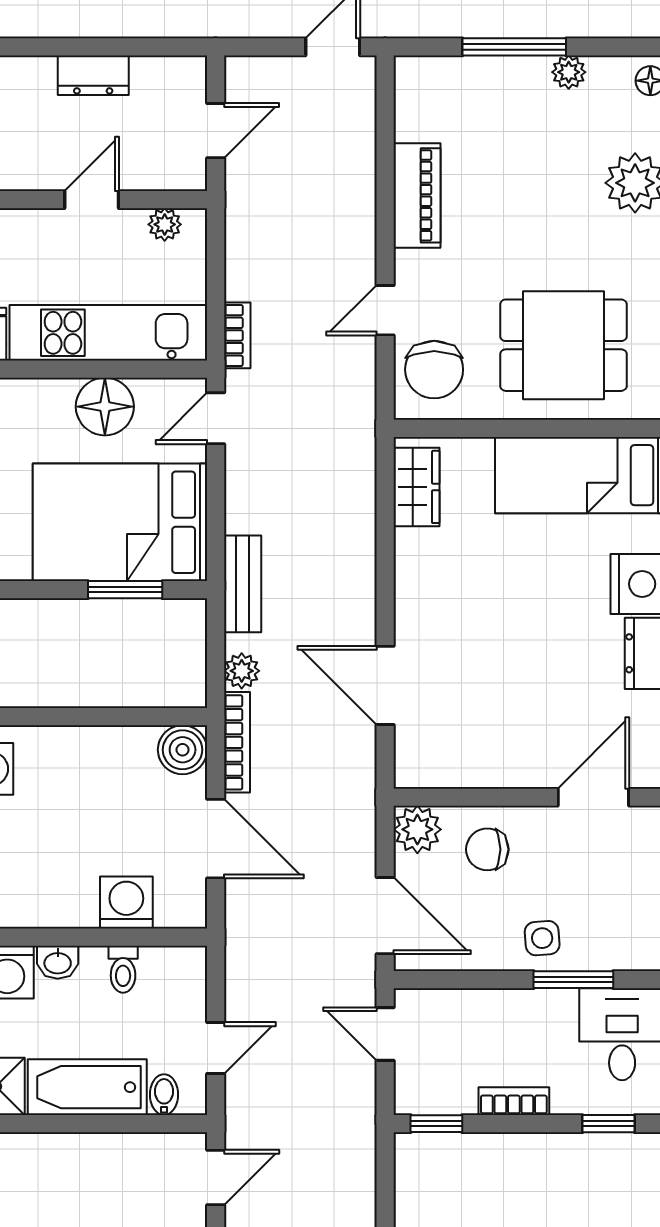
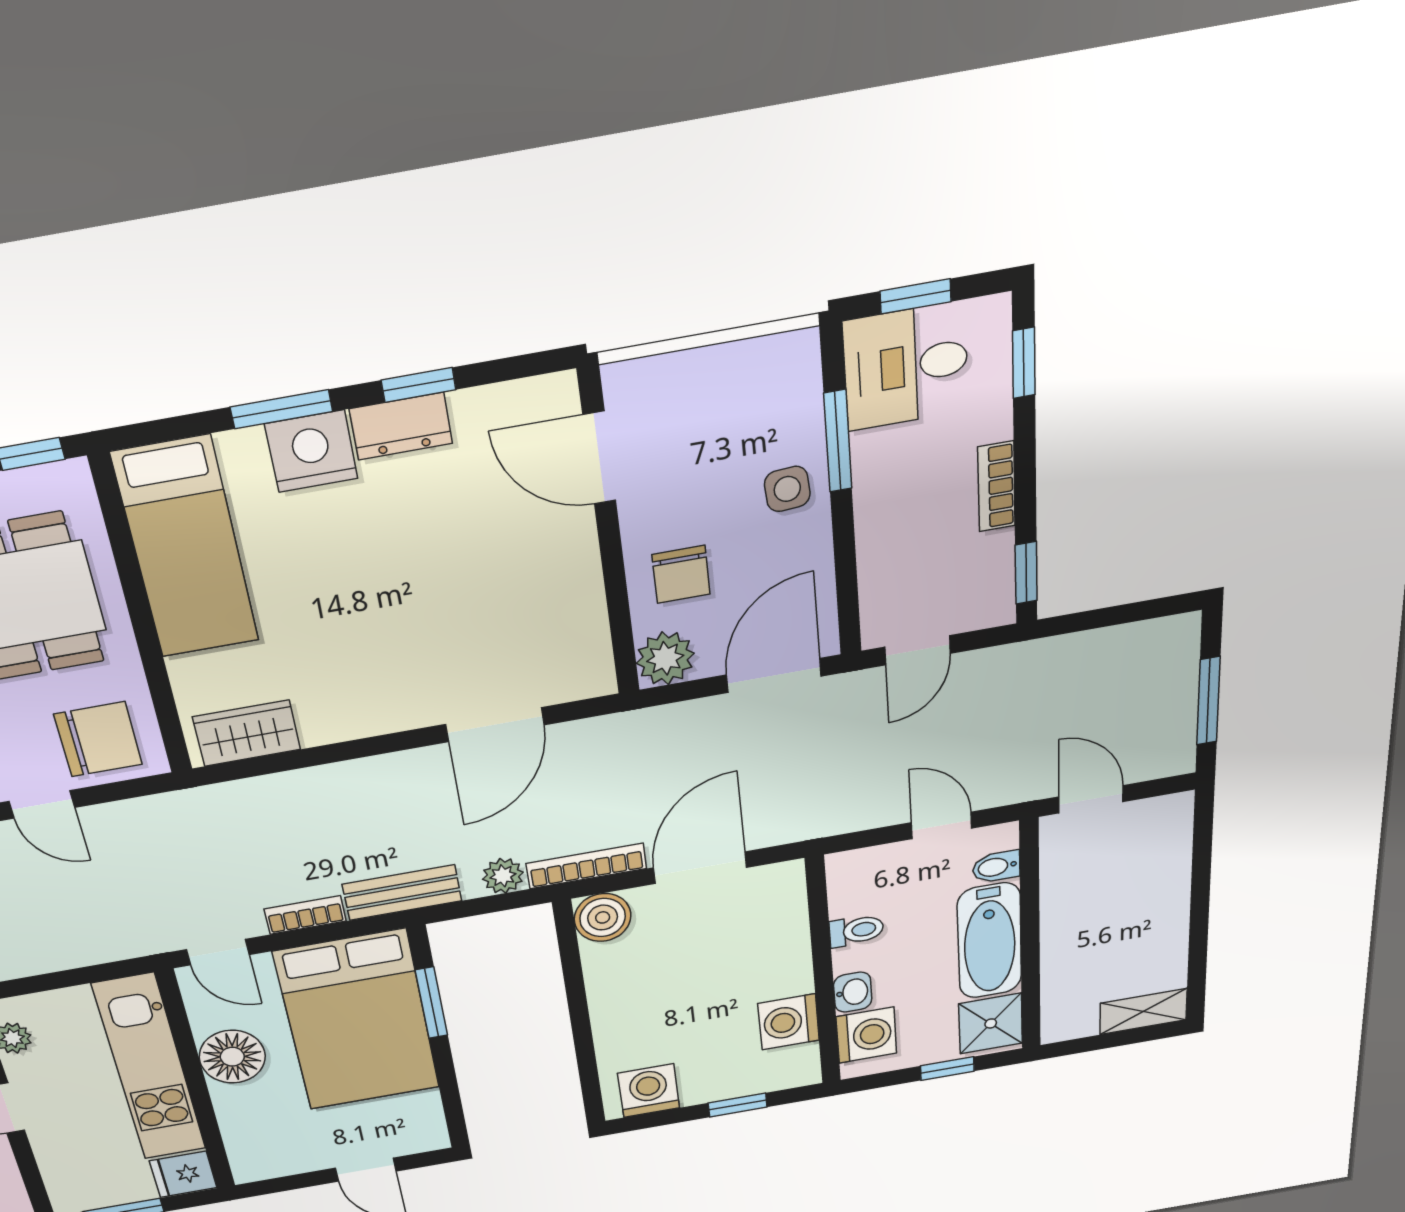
bookcase: (237, 335) -> (305, 915), moved
washing machine: (126, 902) -> (789, 1022), moved

